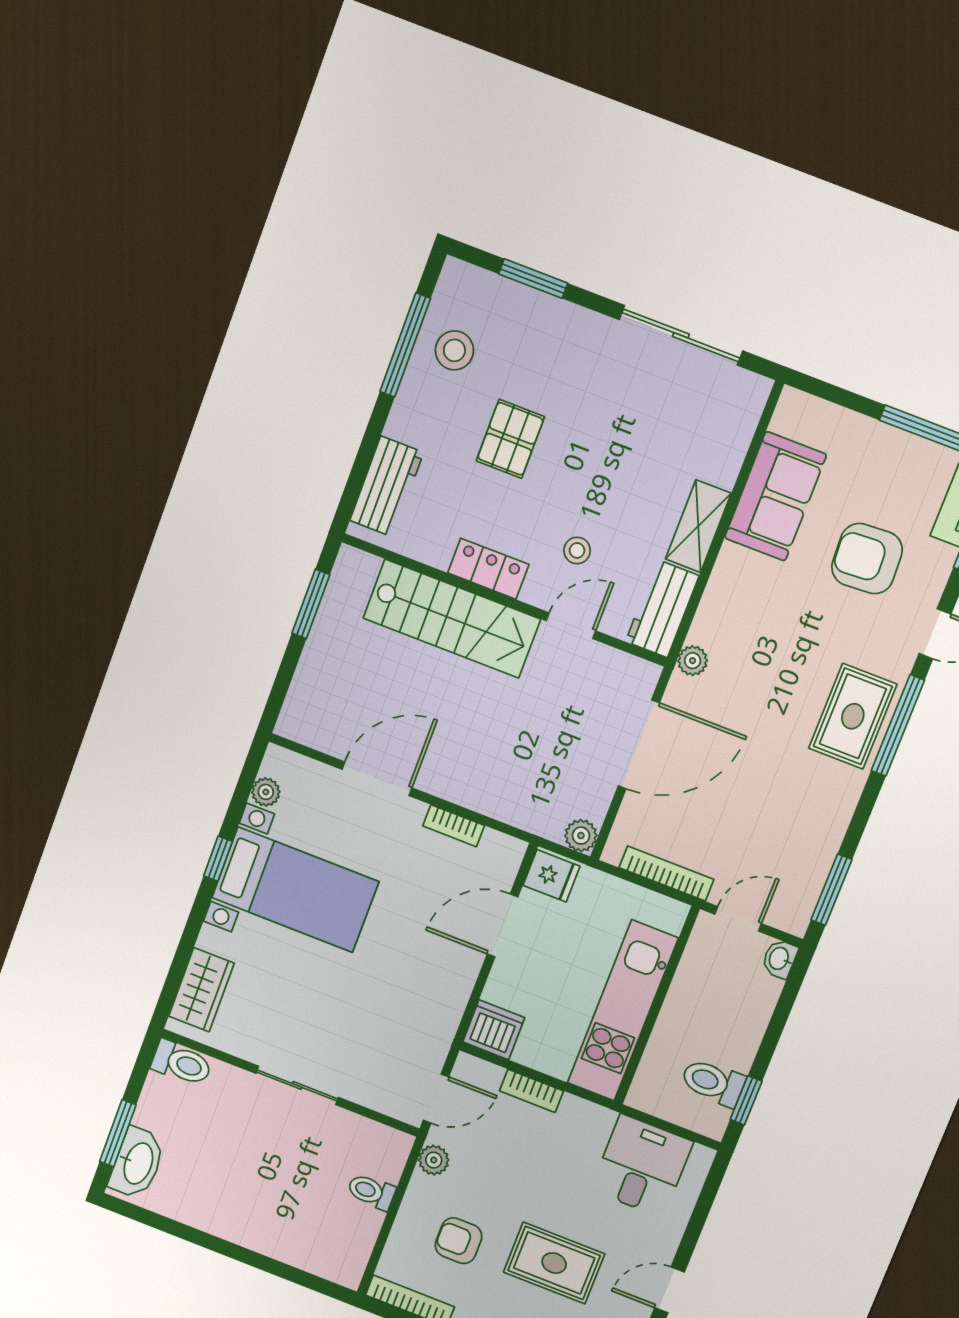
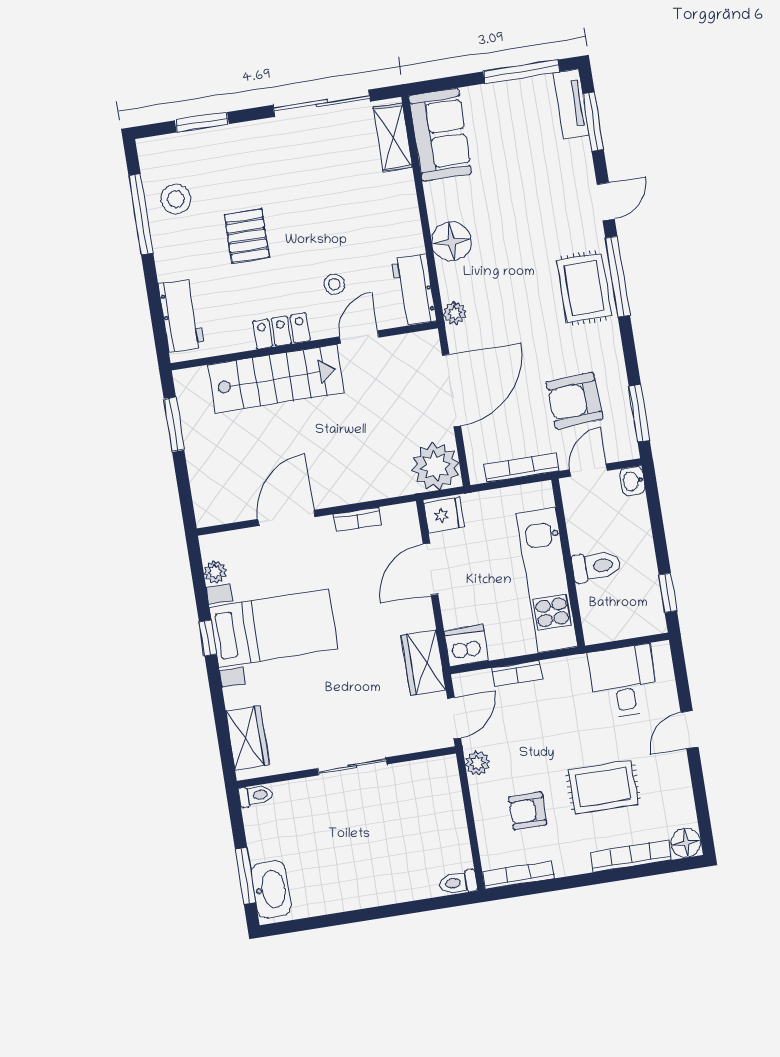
sofa: (775, 496) -> (440, 135), moved
shelving: (698, 526) -> (393, 137), moved
armchair: (867, 559) -> (575, 401), moved
floor lamp: (736, 578) -> (451, 241), added
plant: (581, 836) -> (435, 466), width x1.88, depth x1.88
wardrobe: (437, 1021) -> (424, 663), added
toilet: (182, 1063) -> (256, 796), width x0.73, depth x0.72
toilet: (713, 1082) -> (596, 566), moved, turned 180
toilet: (371, 1192) -> (458, 882), moved
door: (669, 1290) -> (689, 730), moved

